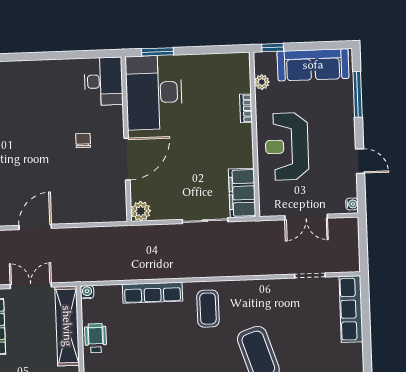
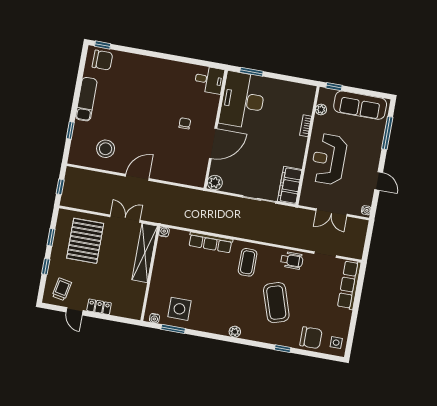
desk: (103, 81) -> (209, 80), width x0.73
wheelchair: (96, 338) -> (292, 260), moved, turned 90

